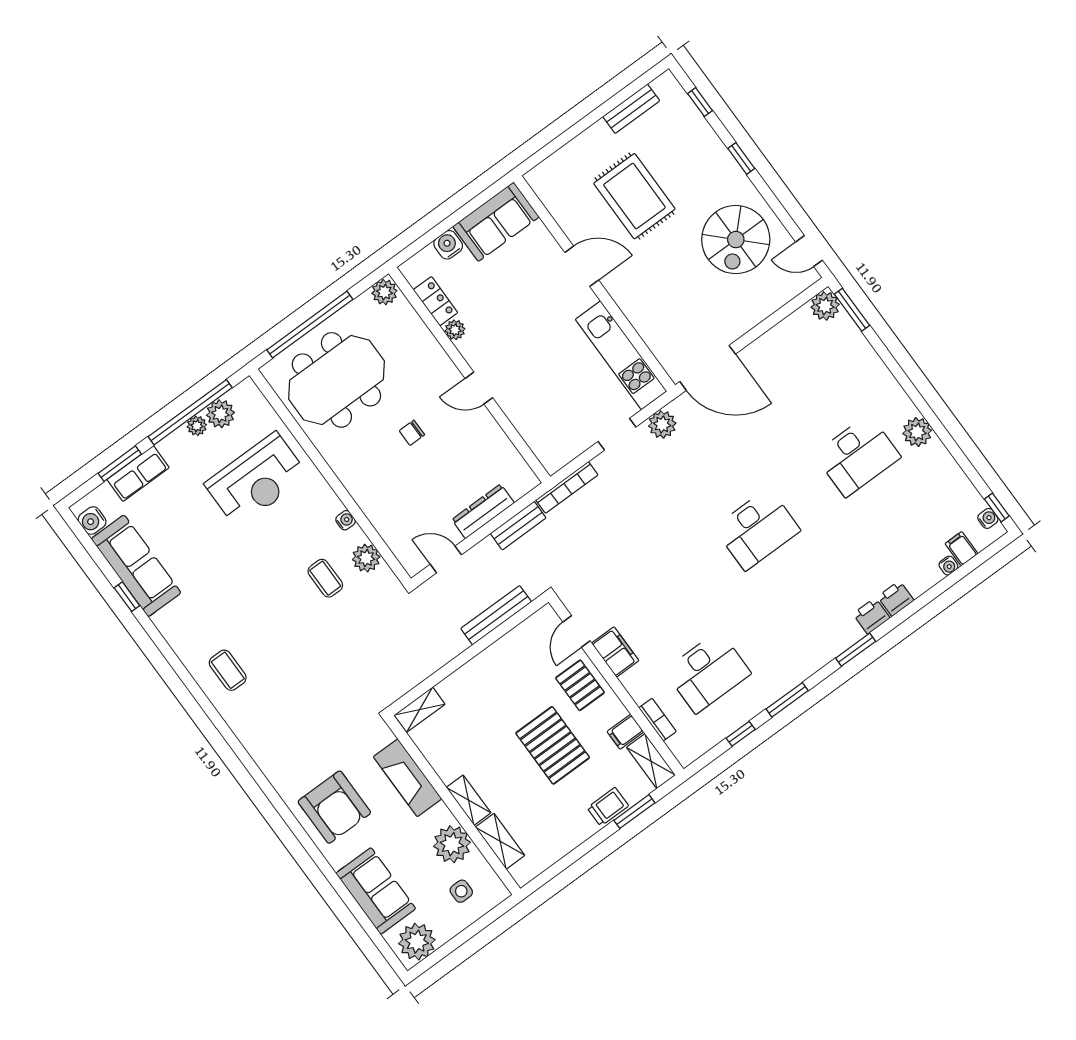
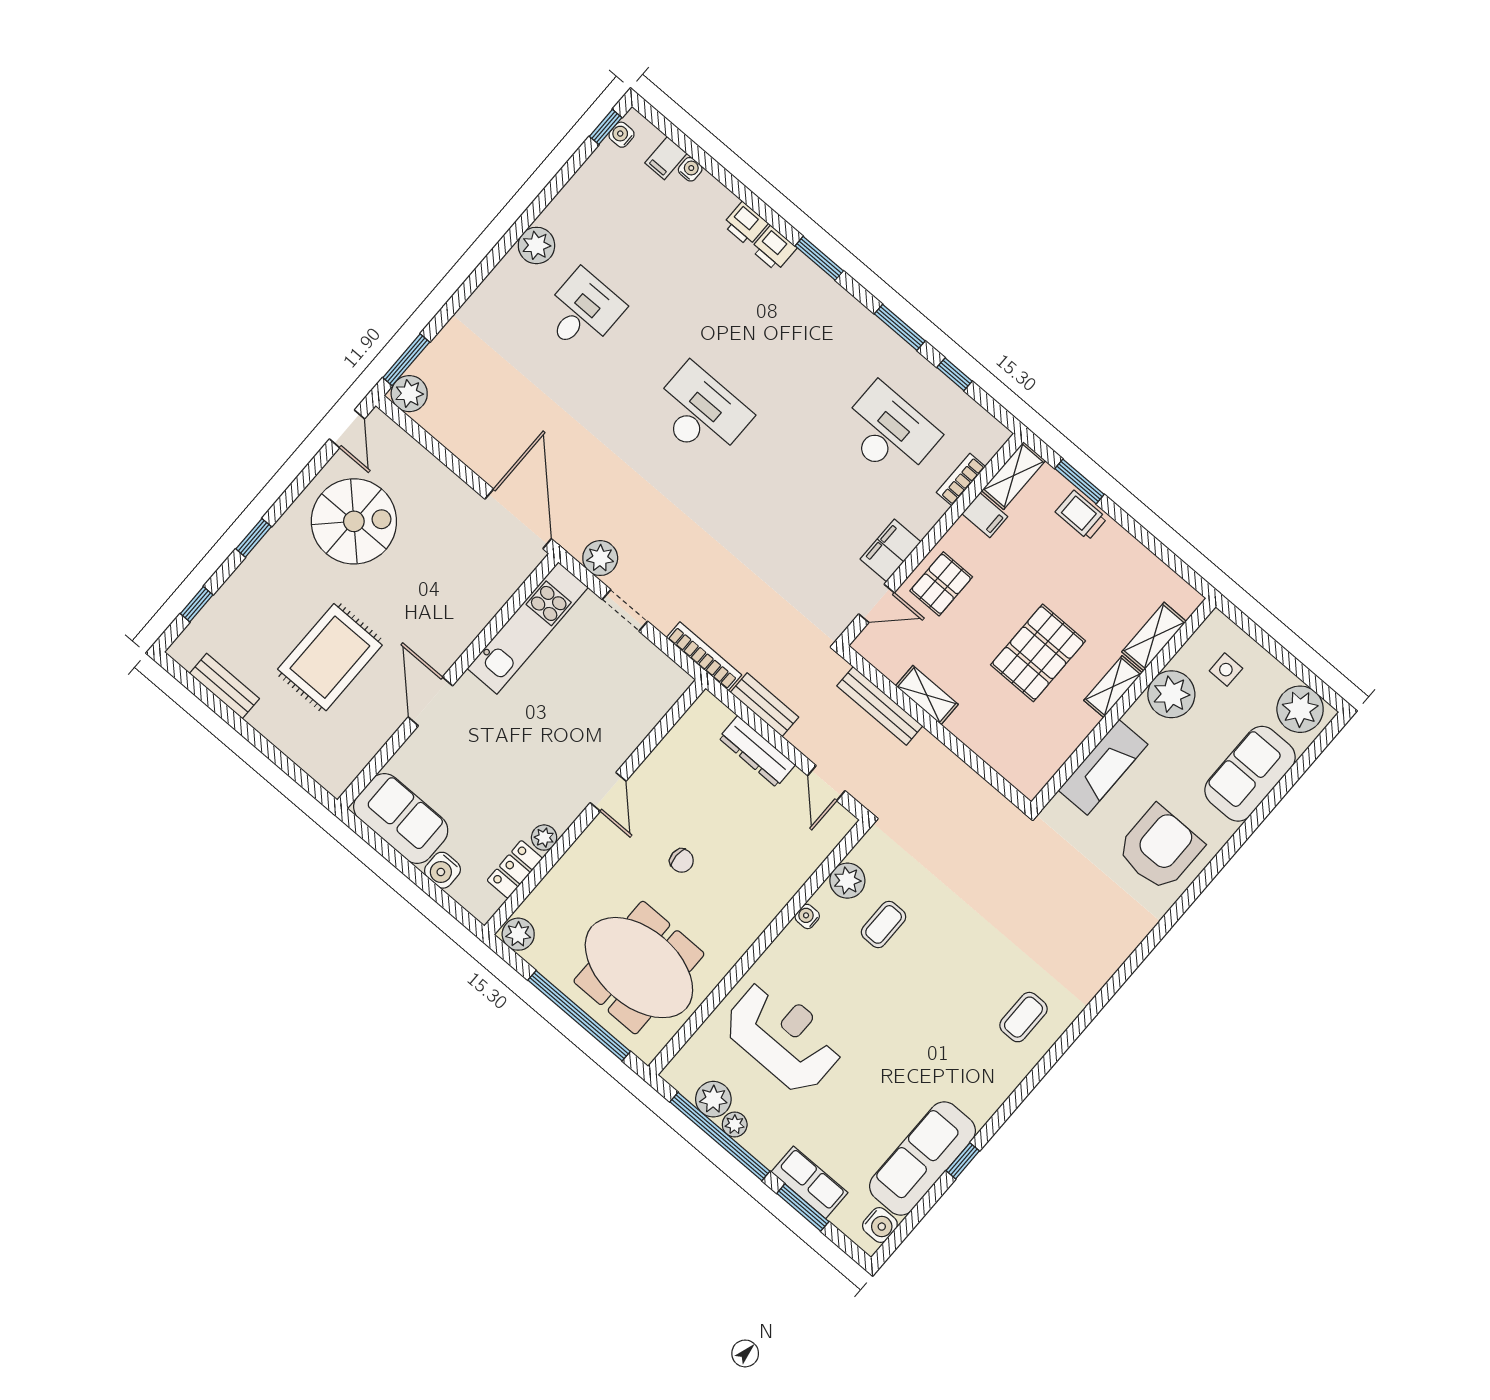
desk: (857, 456) -> (582, 311), width x0.73
shelving: (420, 710) -> (927, 695), moved
pallet: (553, 745) -> (1038, 653), moved

